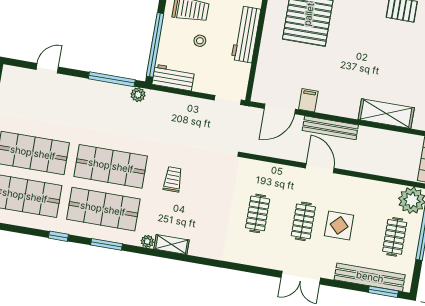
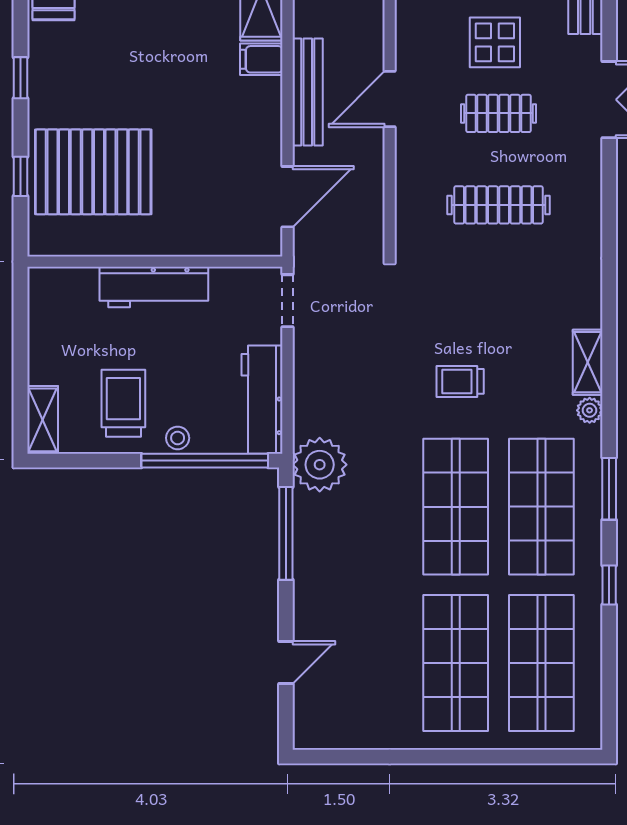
stool: (200, 41) -> (178, 438), moved
door: (47, 68) -> (286, 663), swing flipped
workbench: (173, 78) -> (262, 400), width x1.38
plant: (138, 95) -> (320, 465), width x1.87, depth x1.87
filing cabinet: (308, 100) -> (261, 59), moved
door: (280, 109) -> (288, 197), hinge flipped
clothes rail: (258, 213) -> (499, 205), width x1.36

